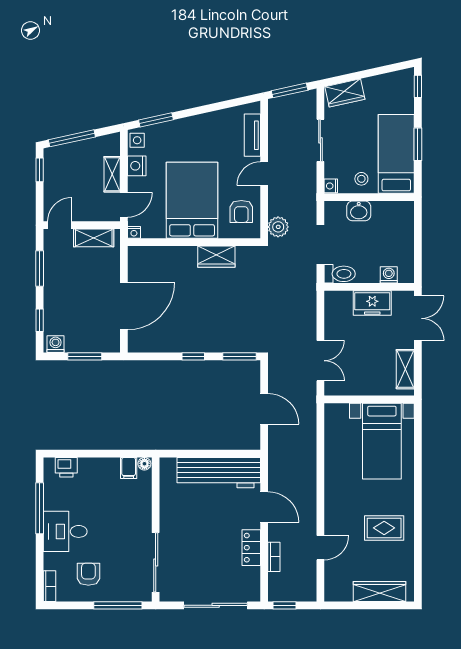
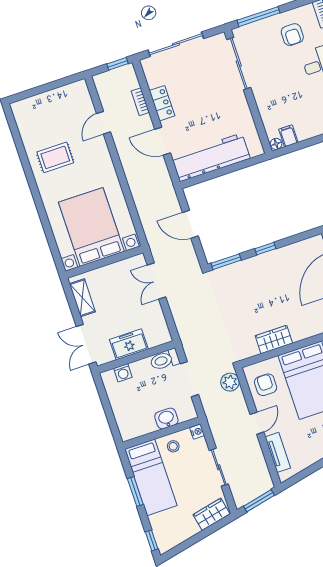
bed with nightstands: (382, 441) -> (91, 227), width x1.36
wardrobe: (379, 591) -> (41, 102), removed

